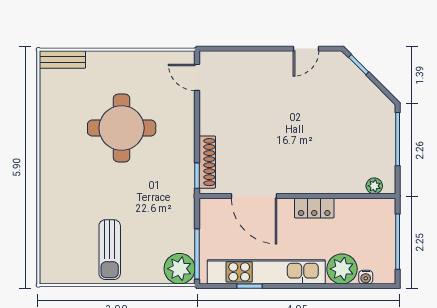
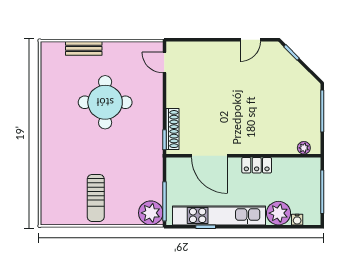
bench: (62, 59) -> (84, 48), moved

